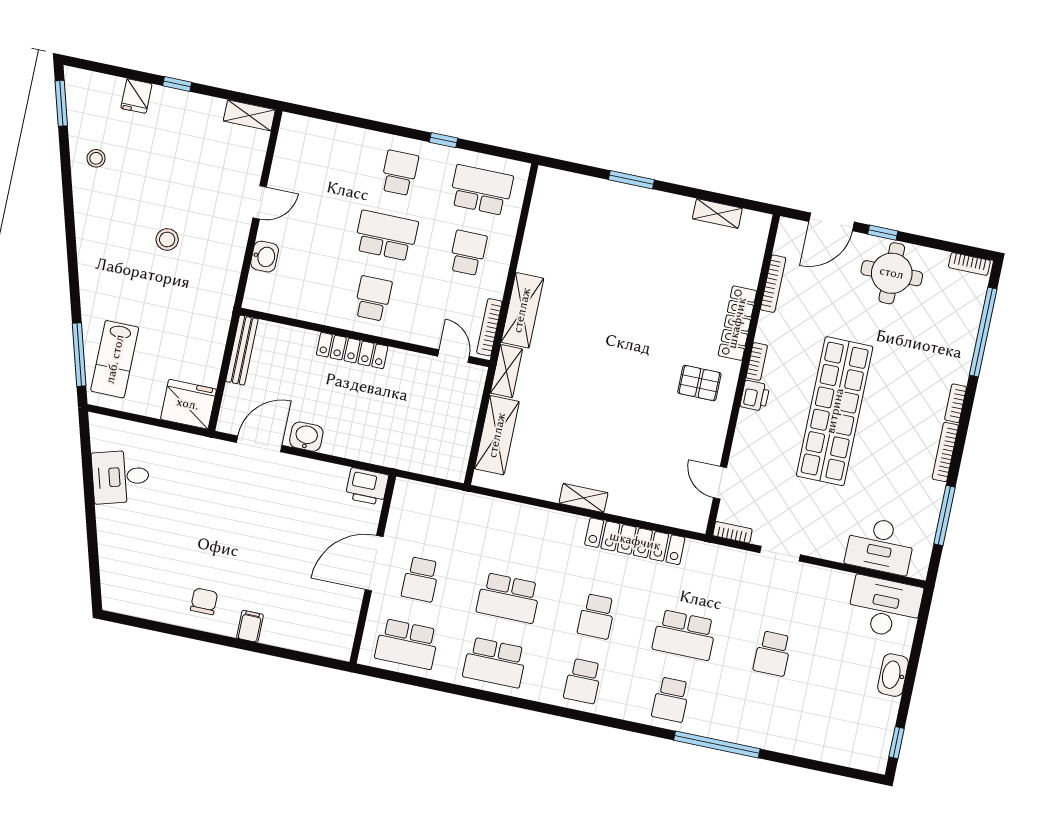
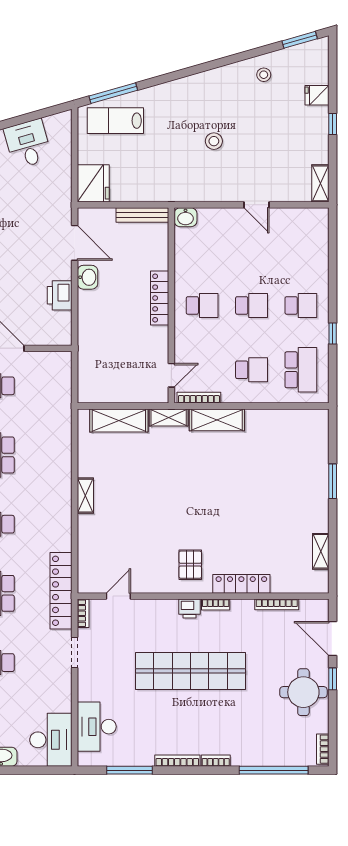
school desk: (386, 236) -> (252, 305), width x0.54
washbasin: (265, 257) -> (186, 217), moved
printer: (367, 487) -> (60, 295), moved
locker: (635, 541) -> (61, 591), moved

